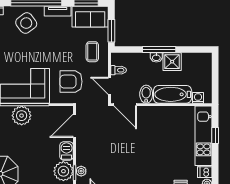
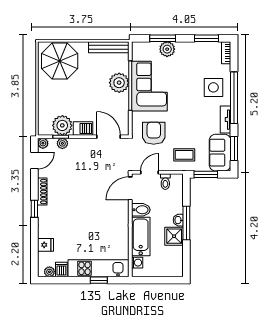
side table: (26, 23) -> (213, 87), turned 37

